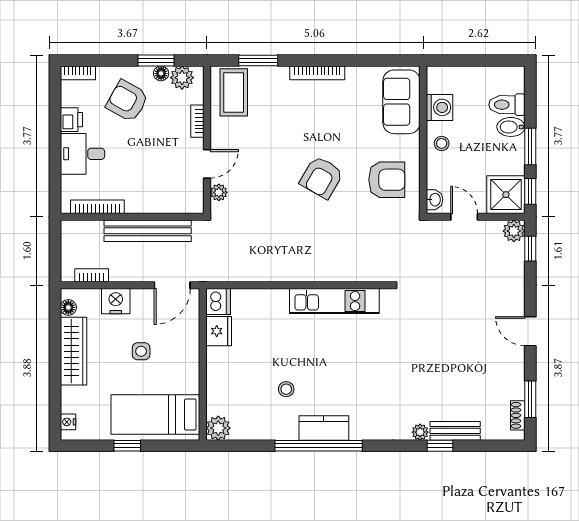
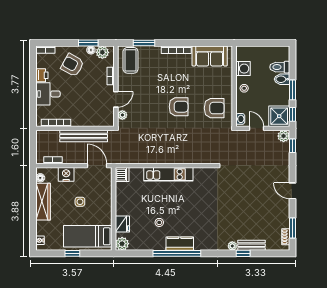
sofa: (401, 102) -> (210, 56), moved, turned -90
armchair: (322, 177) -> (179, 107), turned -120
door: (172, 285) -> (97, 166), swing flipped
kitchen unit: (334, 301) -> (168, 174), moved
fridge: (219, 331) -> (122, 224), moved

